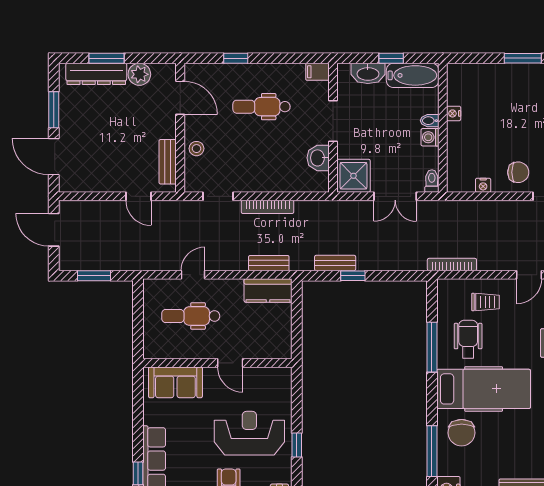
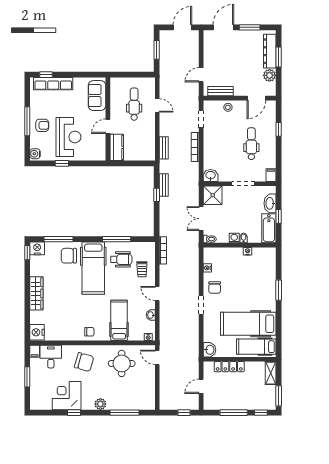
washbasin: (318, 158) -> (211, 175), moved
kitchen counter: (268, 290) -> (117, 147), moved, turned 180

